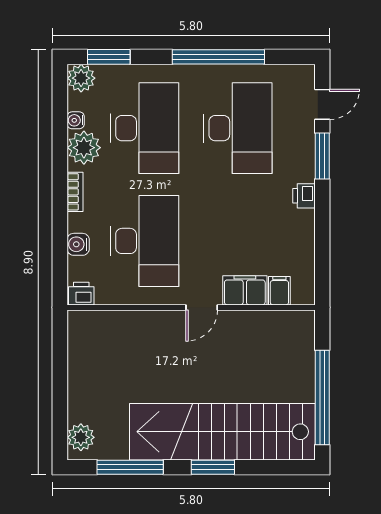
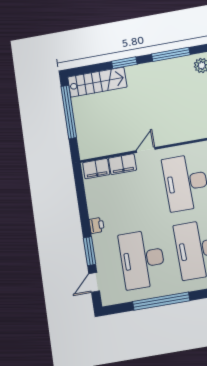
filing cabinet: (279, 291) -> (96, 169), width x2.00
stairs: (222, 432) -> (97, 82), width x0.54, depth x0.66

